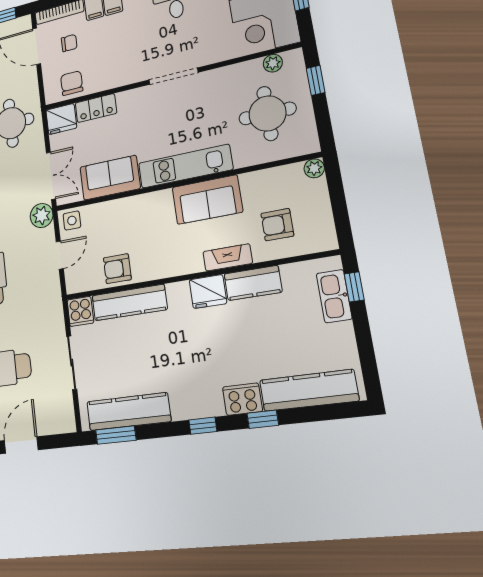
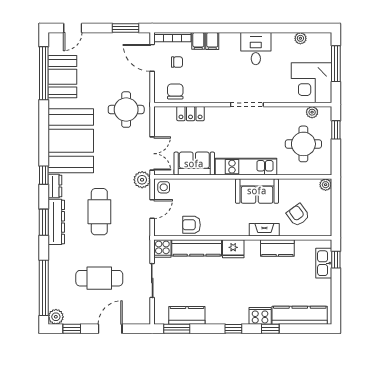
fridge: (61, 119) -> (164, 115), removed
armchair: (277, 225) -> (298, 215), turned 54
fridge: (208, 292) -> (233, 249), moved
kitchen counter: (128, 412) -> (187, 315), width x0.67

